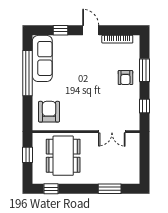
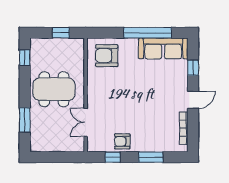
armchair: (125, 78) -> (122, 141), moved
armchair: (49, 112) -> (107, 56), turned 180
dining table: (63, 156) -> (54, 89), moved

